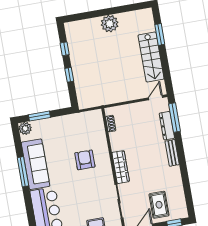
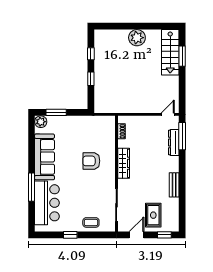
stairs: (151, 57) -> (170, 52), moved
bench: (172, 153) -> (174, 185), moved
armchair: (85, 160) -> (91, 161), turned -90
wardrobe: (121, 167) -> (124, 163), moved
window: (23, 172) -> (31, 187), moved

